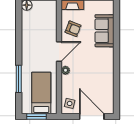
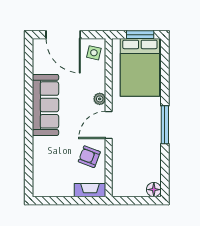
sofa: (104, 31) -> (45, 105), moved, width x1.36
window: (19, 79) -> (165, 125), moved
bed: (41, 93) -> (140, 67), width x1.50

